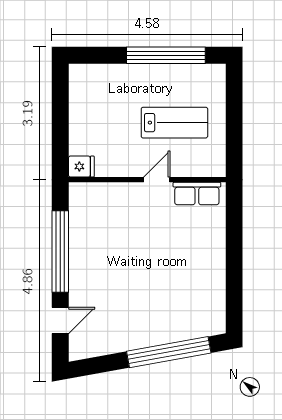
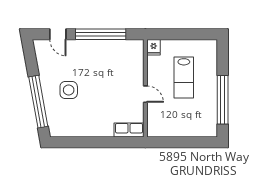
lab bench: (174, 123) -> (184, 77), moved
row of seats: (197, 194) -> (129, 130), moved, turned 90
side table: (150, 303) -> (69, 90), added

